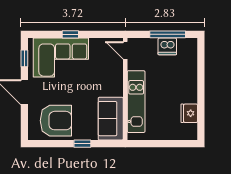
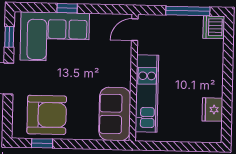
dishwasher: (167, 46) -> (214, 27), moved, turned 90
door: (125, 50) -> (135, 30), hinge flipped
window: (82, 144) -> (42, 143), moved

